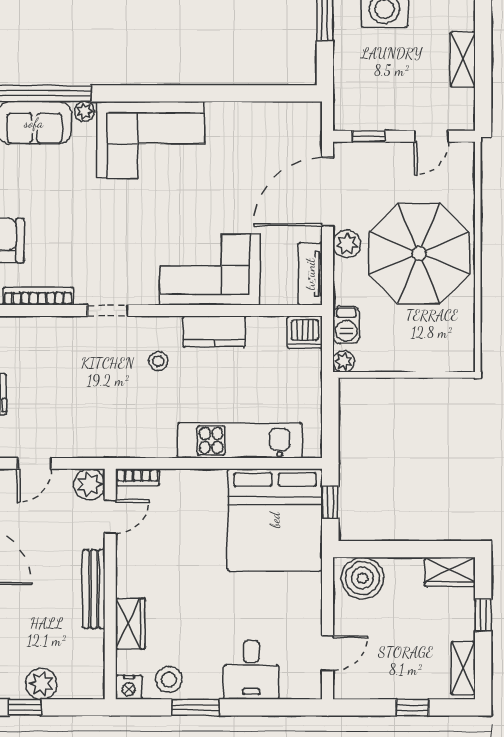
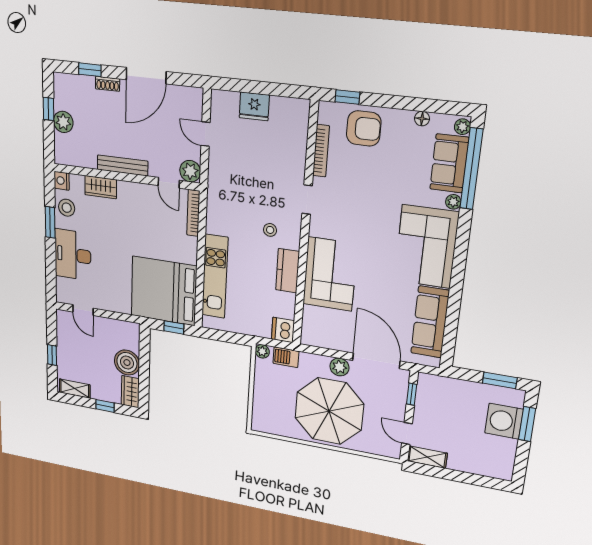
shelving: (463, 59) -> (427, 457), moved
sofa: (257, 123) -> (430, 322), added
tv unit: (310, 274) -> (321, 340), removed
bookcase: (137, 477) -> (193, 213), width x1.56
boiler: (362, 578) -> (127, 363), moved
desk: (251, 670) -> (73, 255), width x1.37

